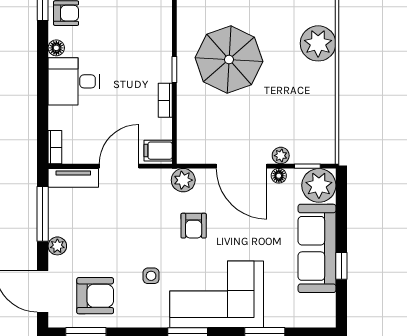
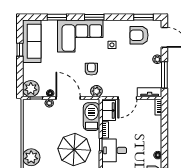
desk: (74, 81) -> (114, 150), moved, turned 180
barbecue: (193, 128) -> (92, 117), added
filing cabinet: (158, 151) -> (109, 111), width x2.00
sofa: (317, 248) -> (32, 41), moved

